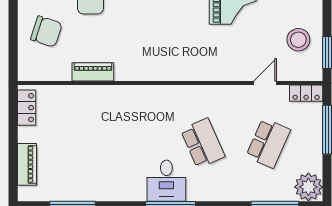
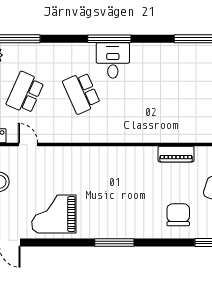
door: (265, 83) -> (28, 145), swing flipped

